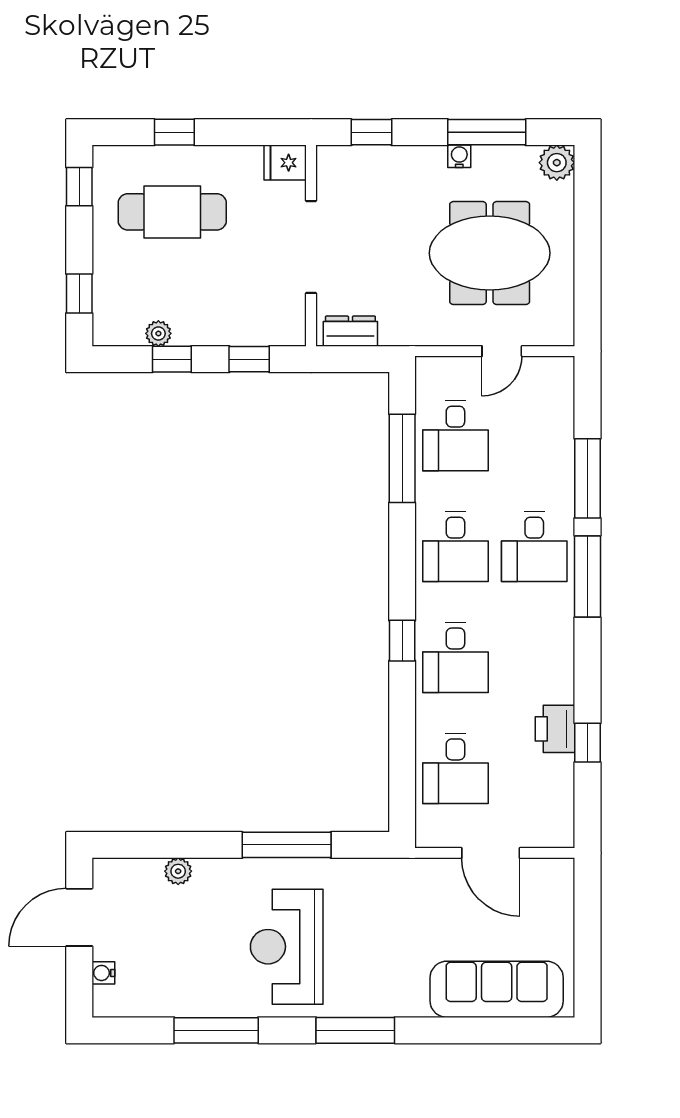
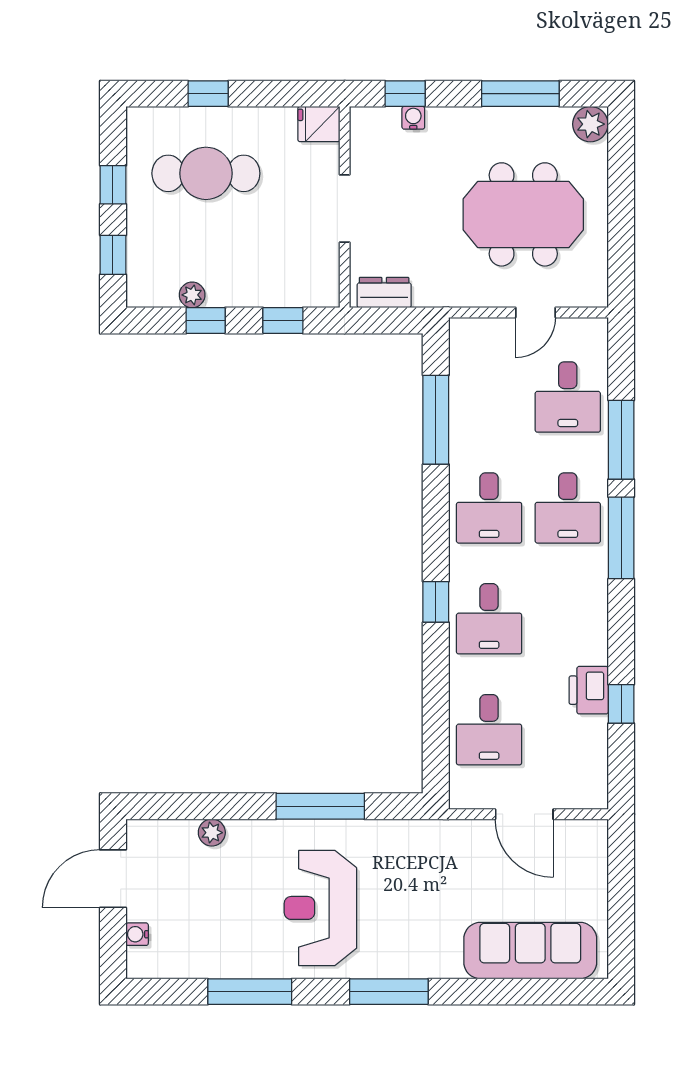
water cooler: (459, 156) -> (413, 118), moved
window: (79, 187) -> (113, 185), moved
doorway: (311, 247) -> (345, 208), width x0.73
desk: (455, 436) -> (568, 397), moved

